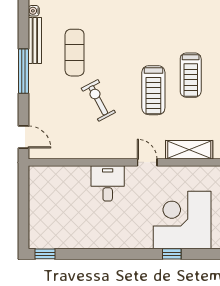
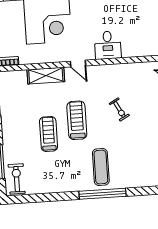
exercise mat: (75, 53) -> (101, 167), moved
exercise bike: (98, 100) -> (119, 109), width x0.73, depth x0.72

